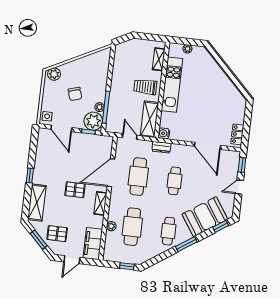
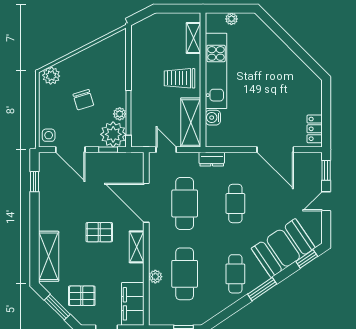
water cooler: (164, 133) -> (213, 118), moved
door: (111, 173) -> (146, 203), hinge flipped
window: (30, 176) -> (34, 182), moved

